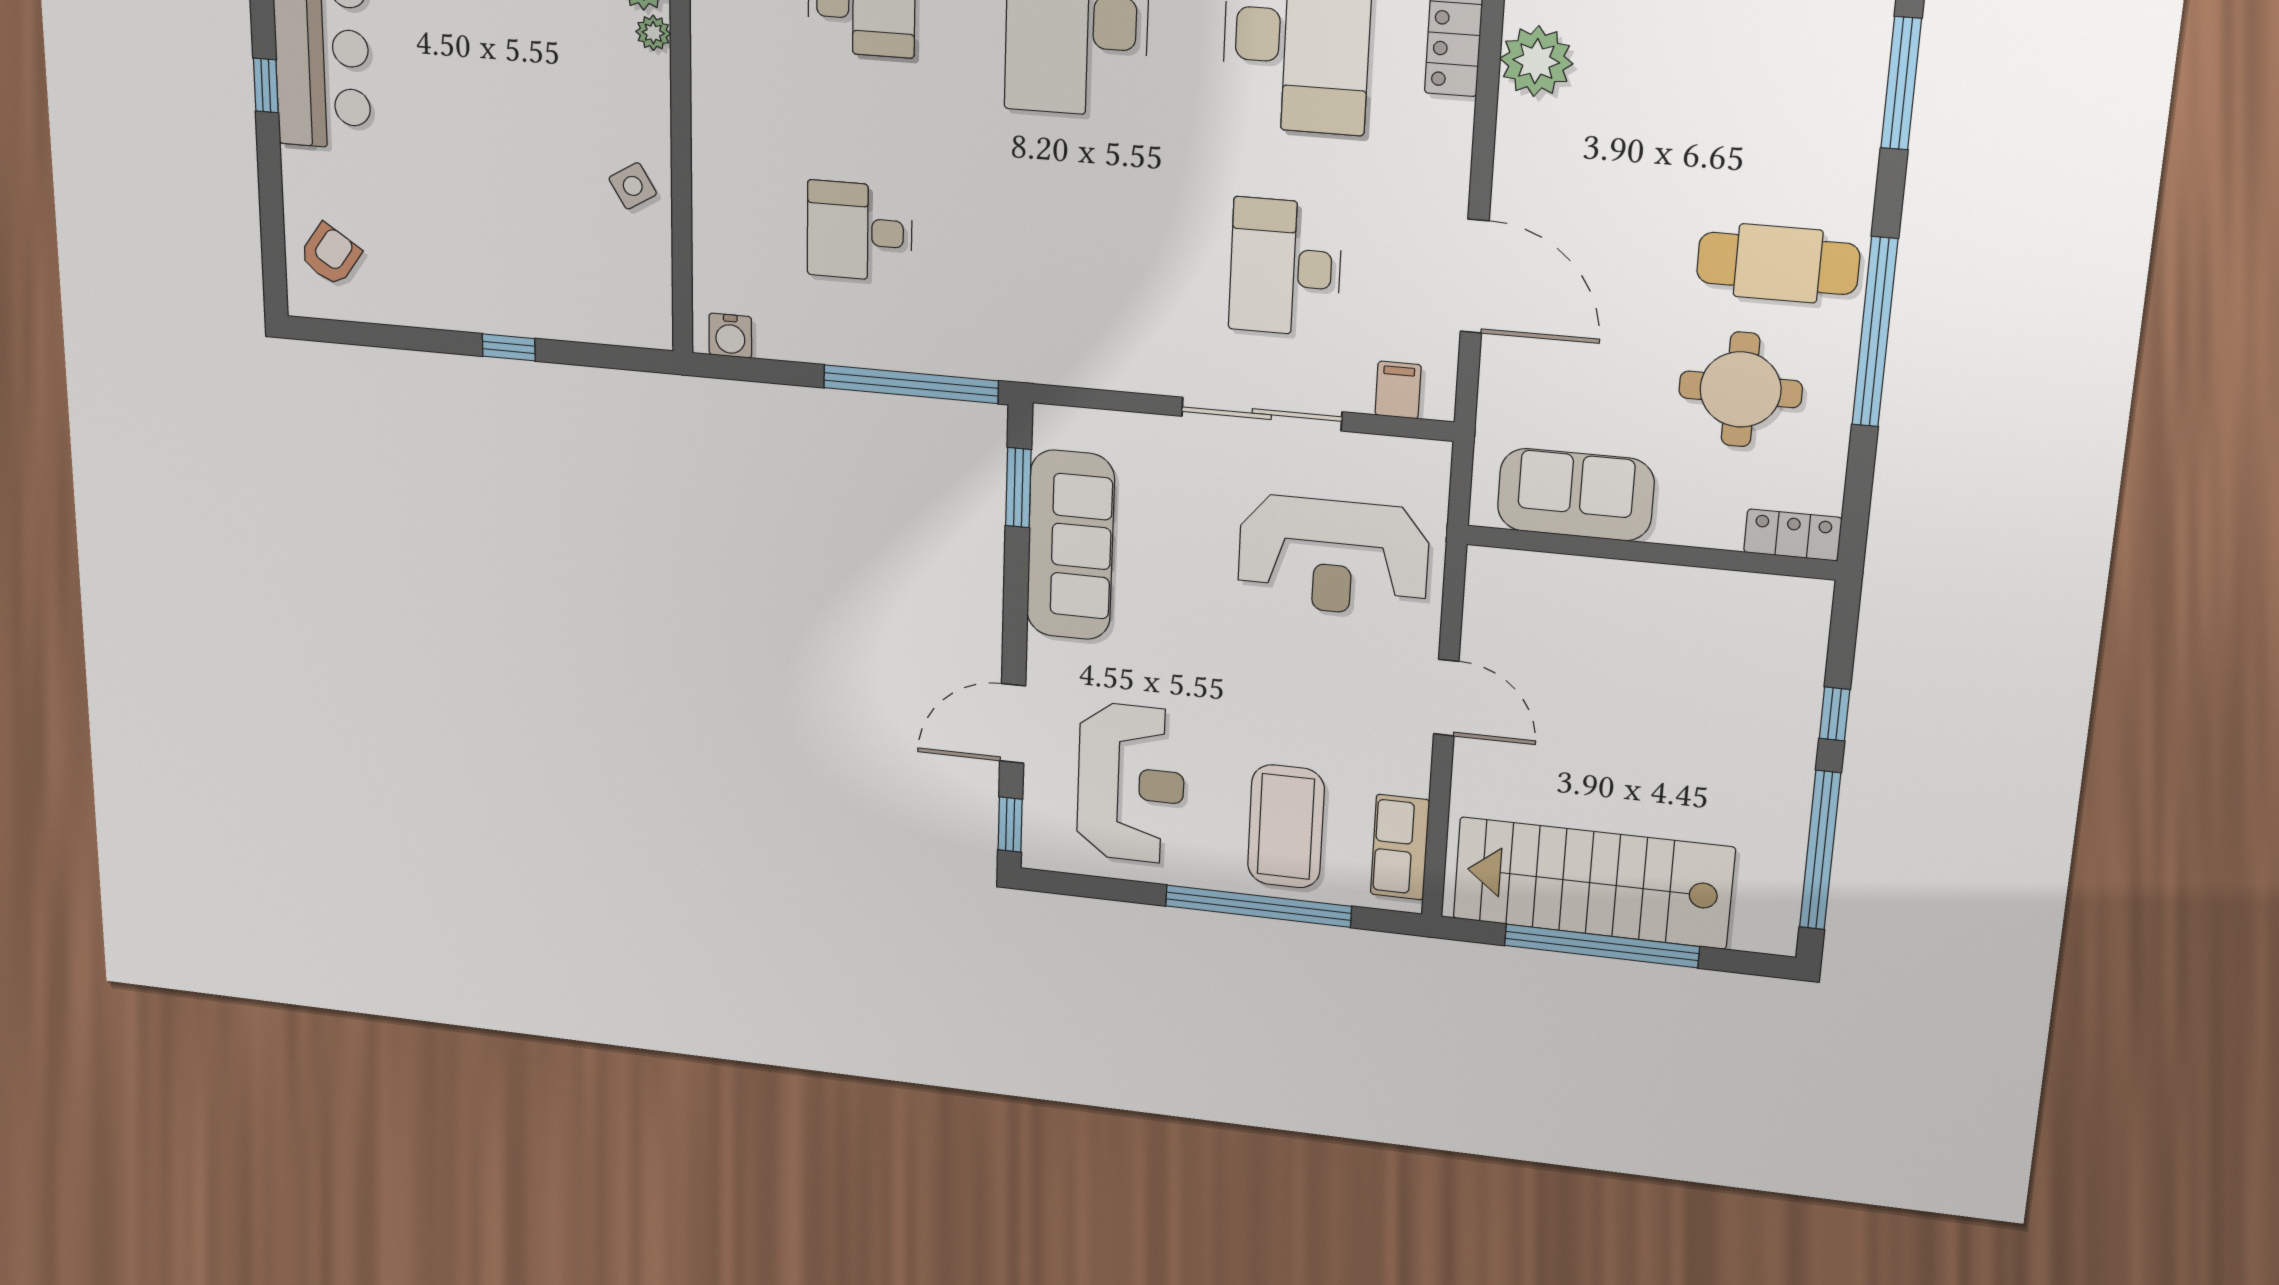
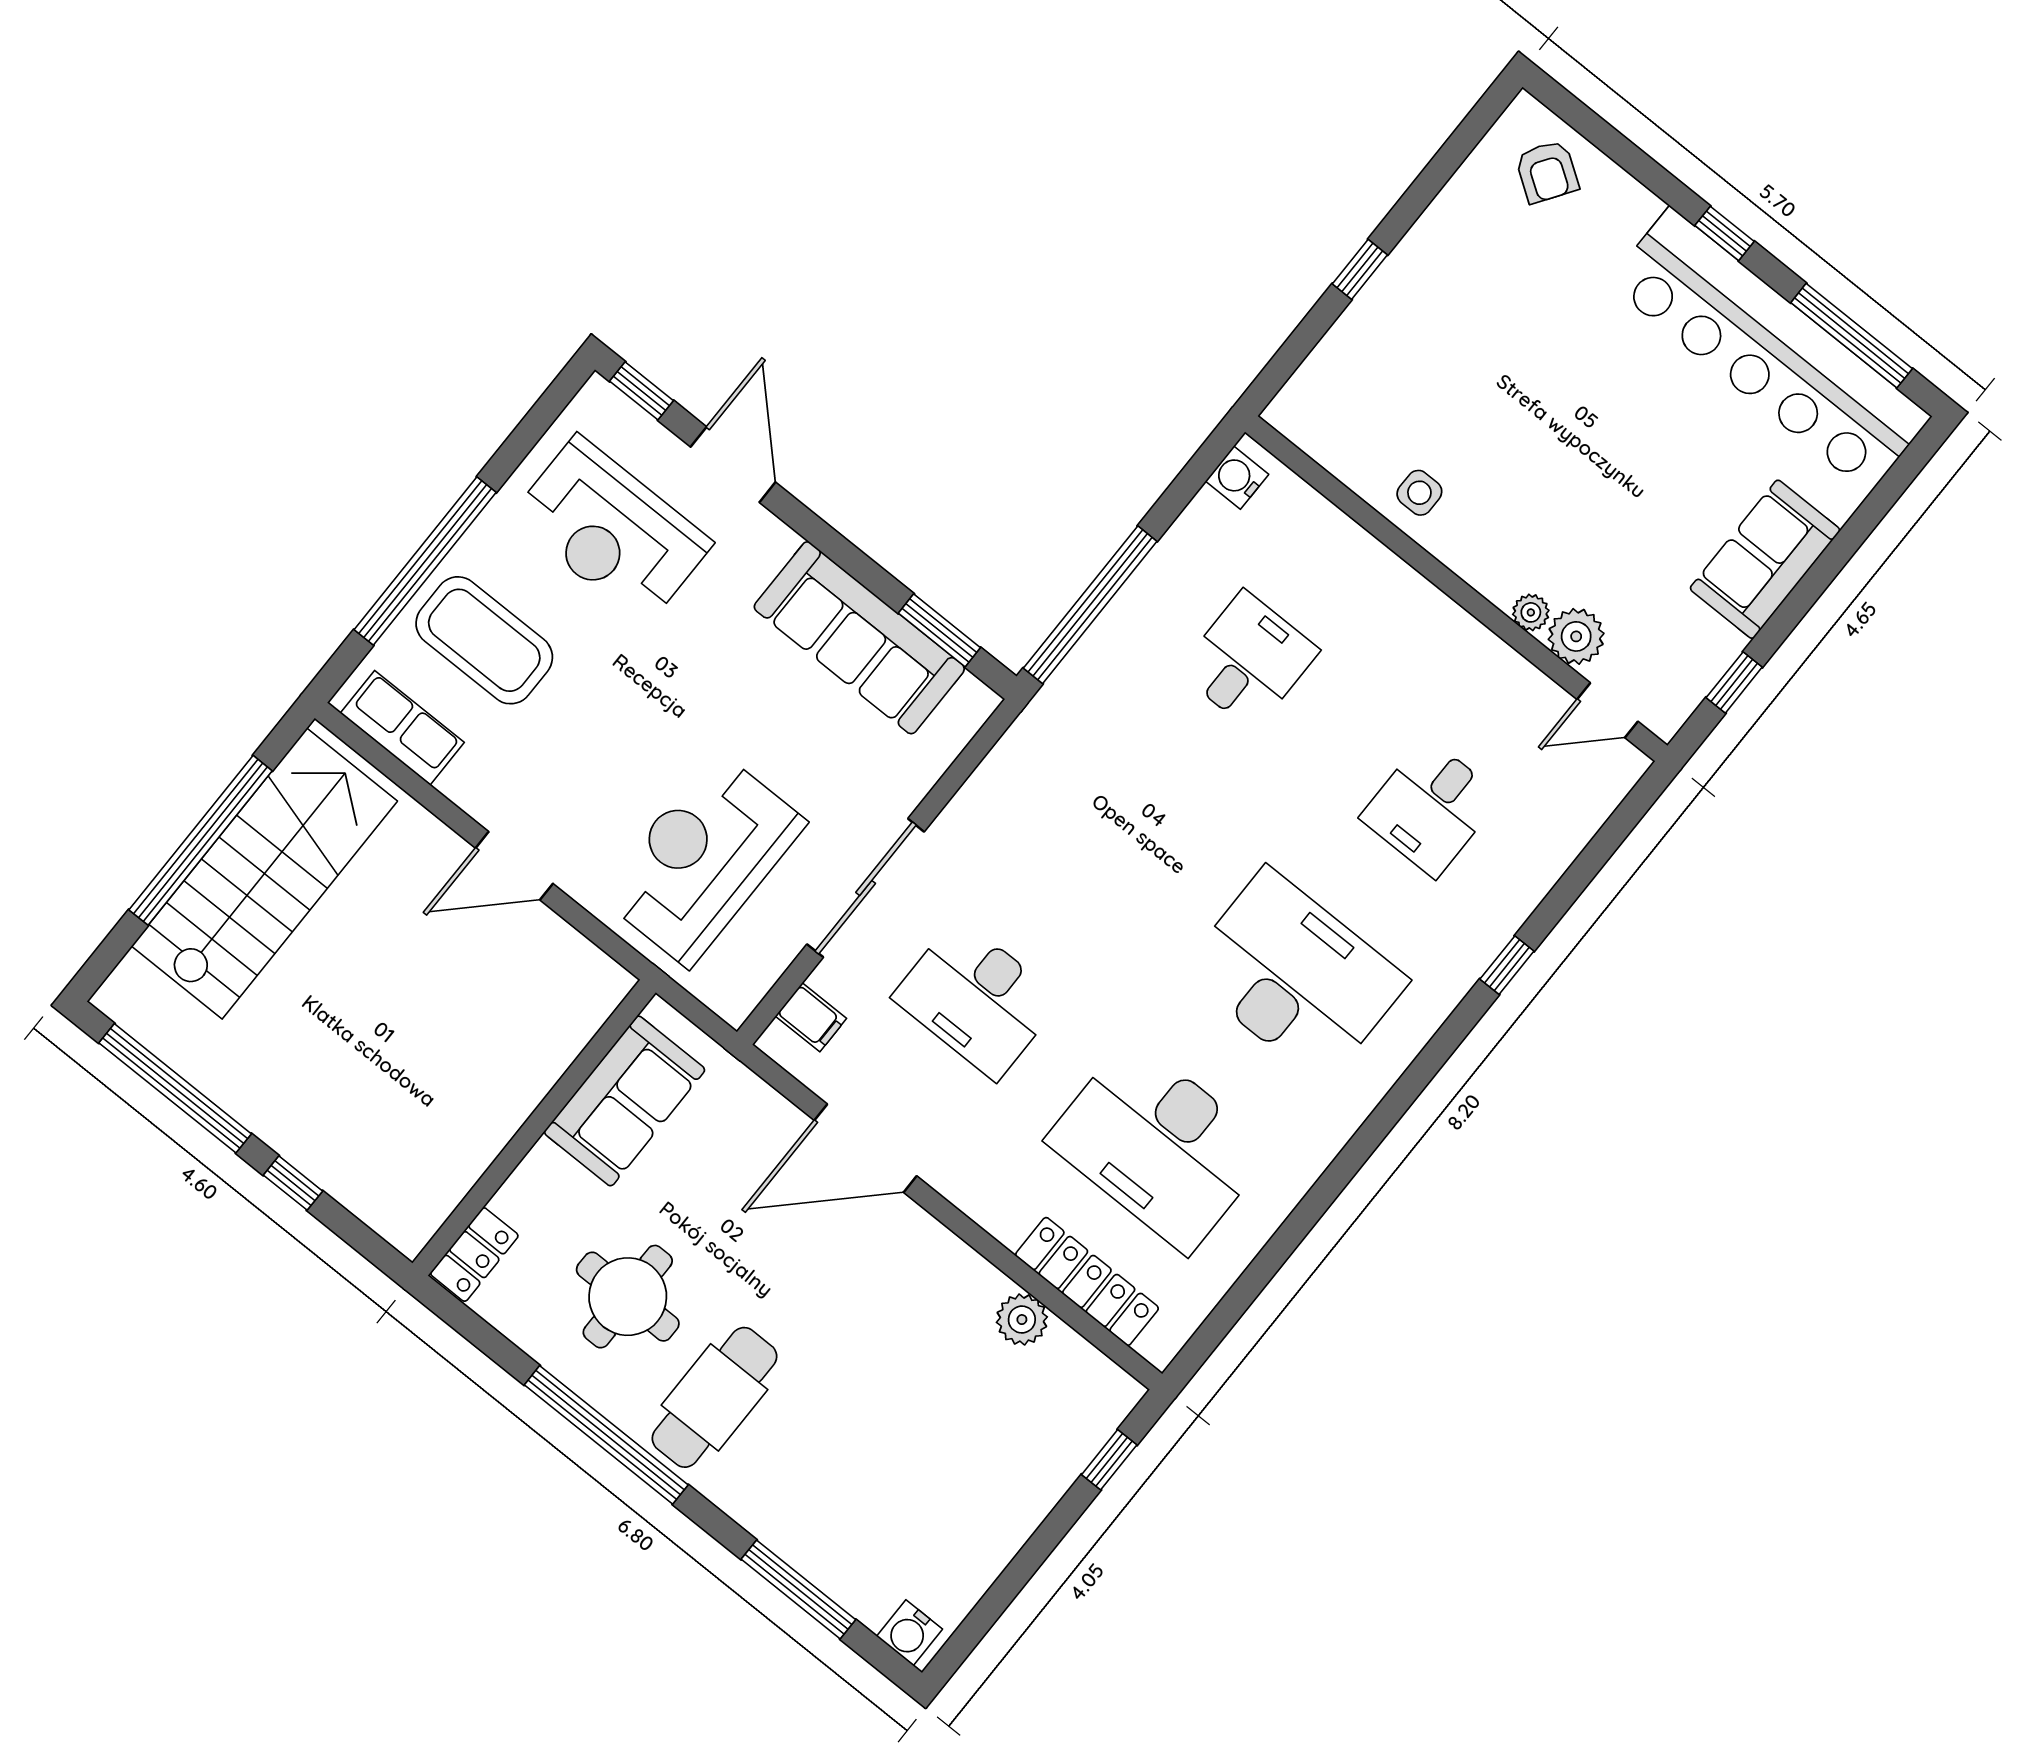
plant: (1536, 61) -> (1022, 1320), width x0.73, depth x0.73
side table: (633, 186) -> (1419, 493), turned 31
desk: (1285, 267) -> (977, 999), turned 180

